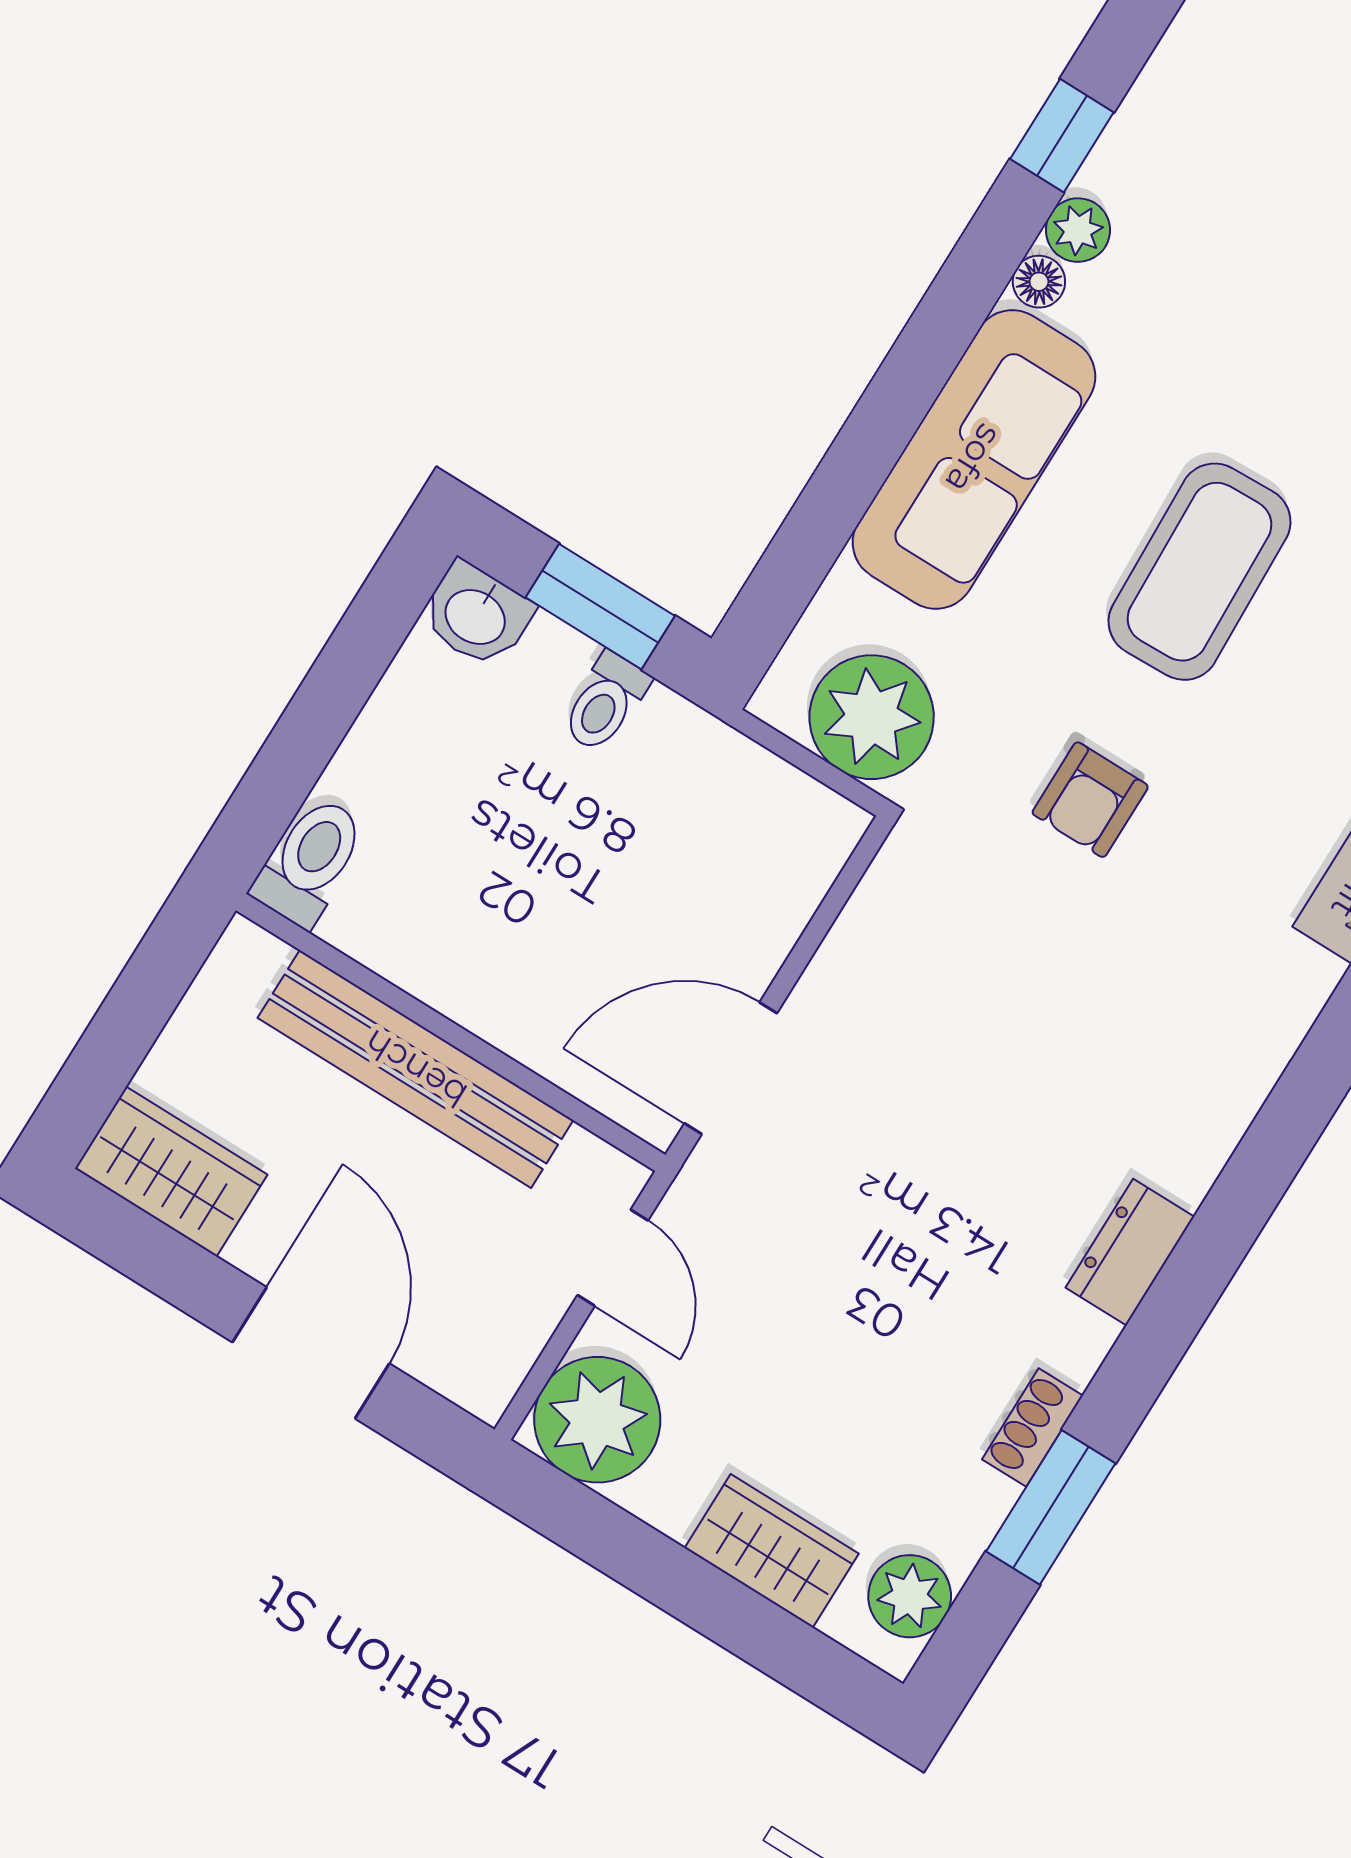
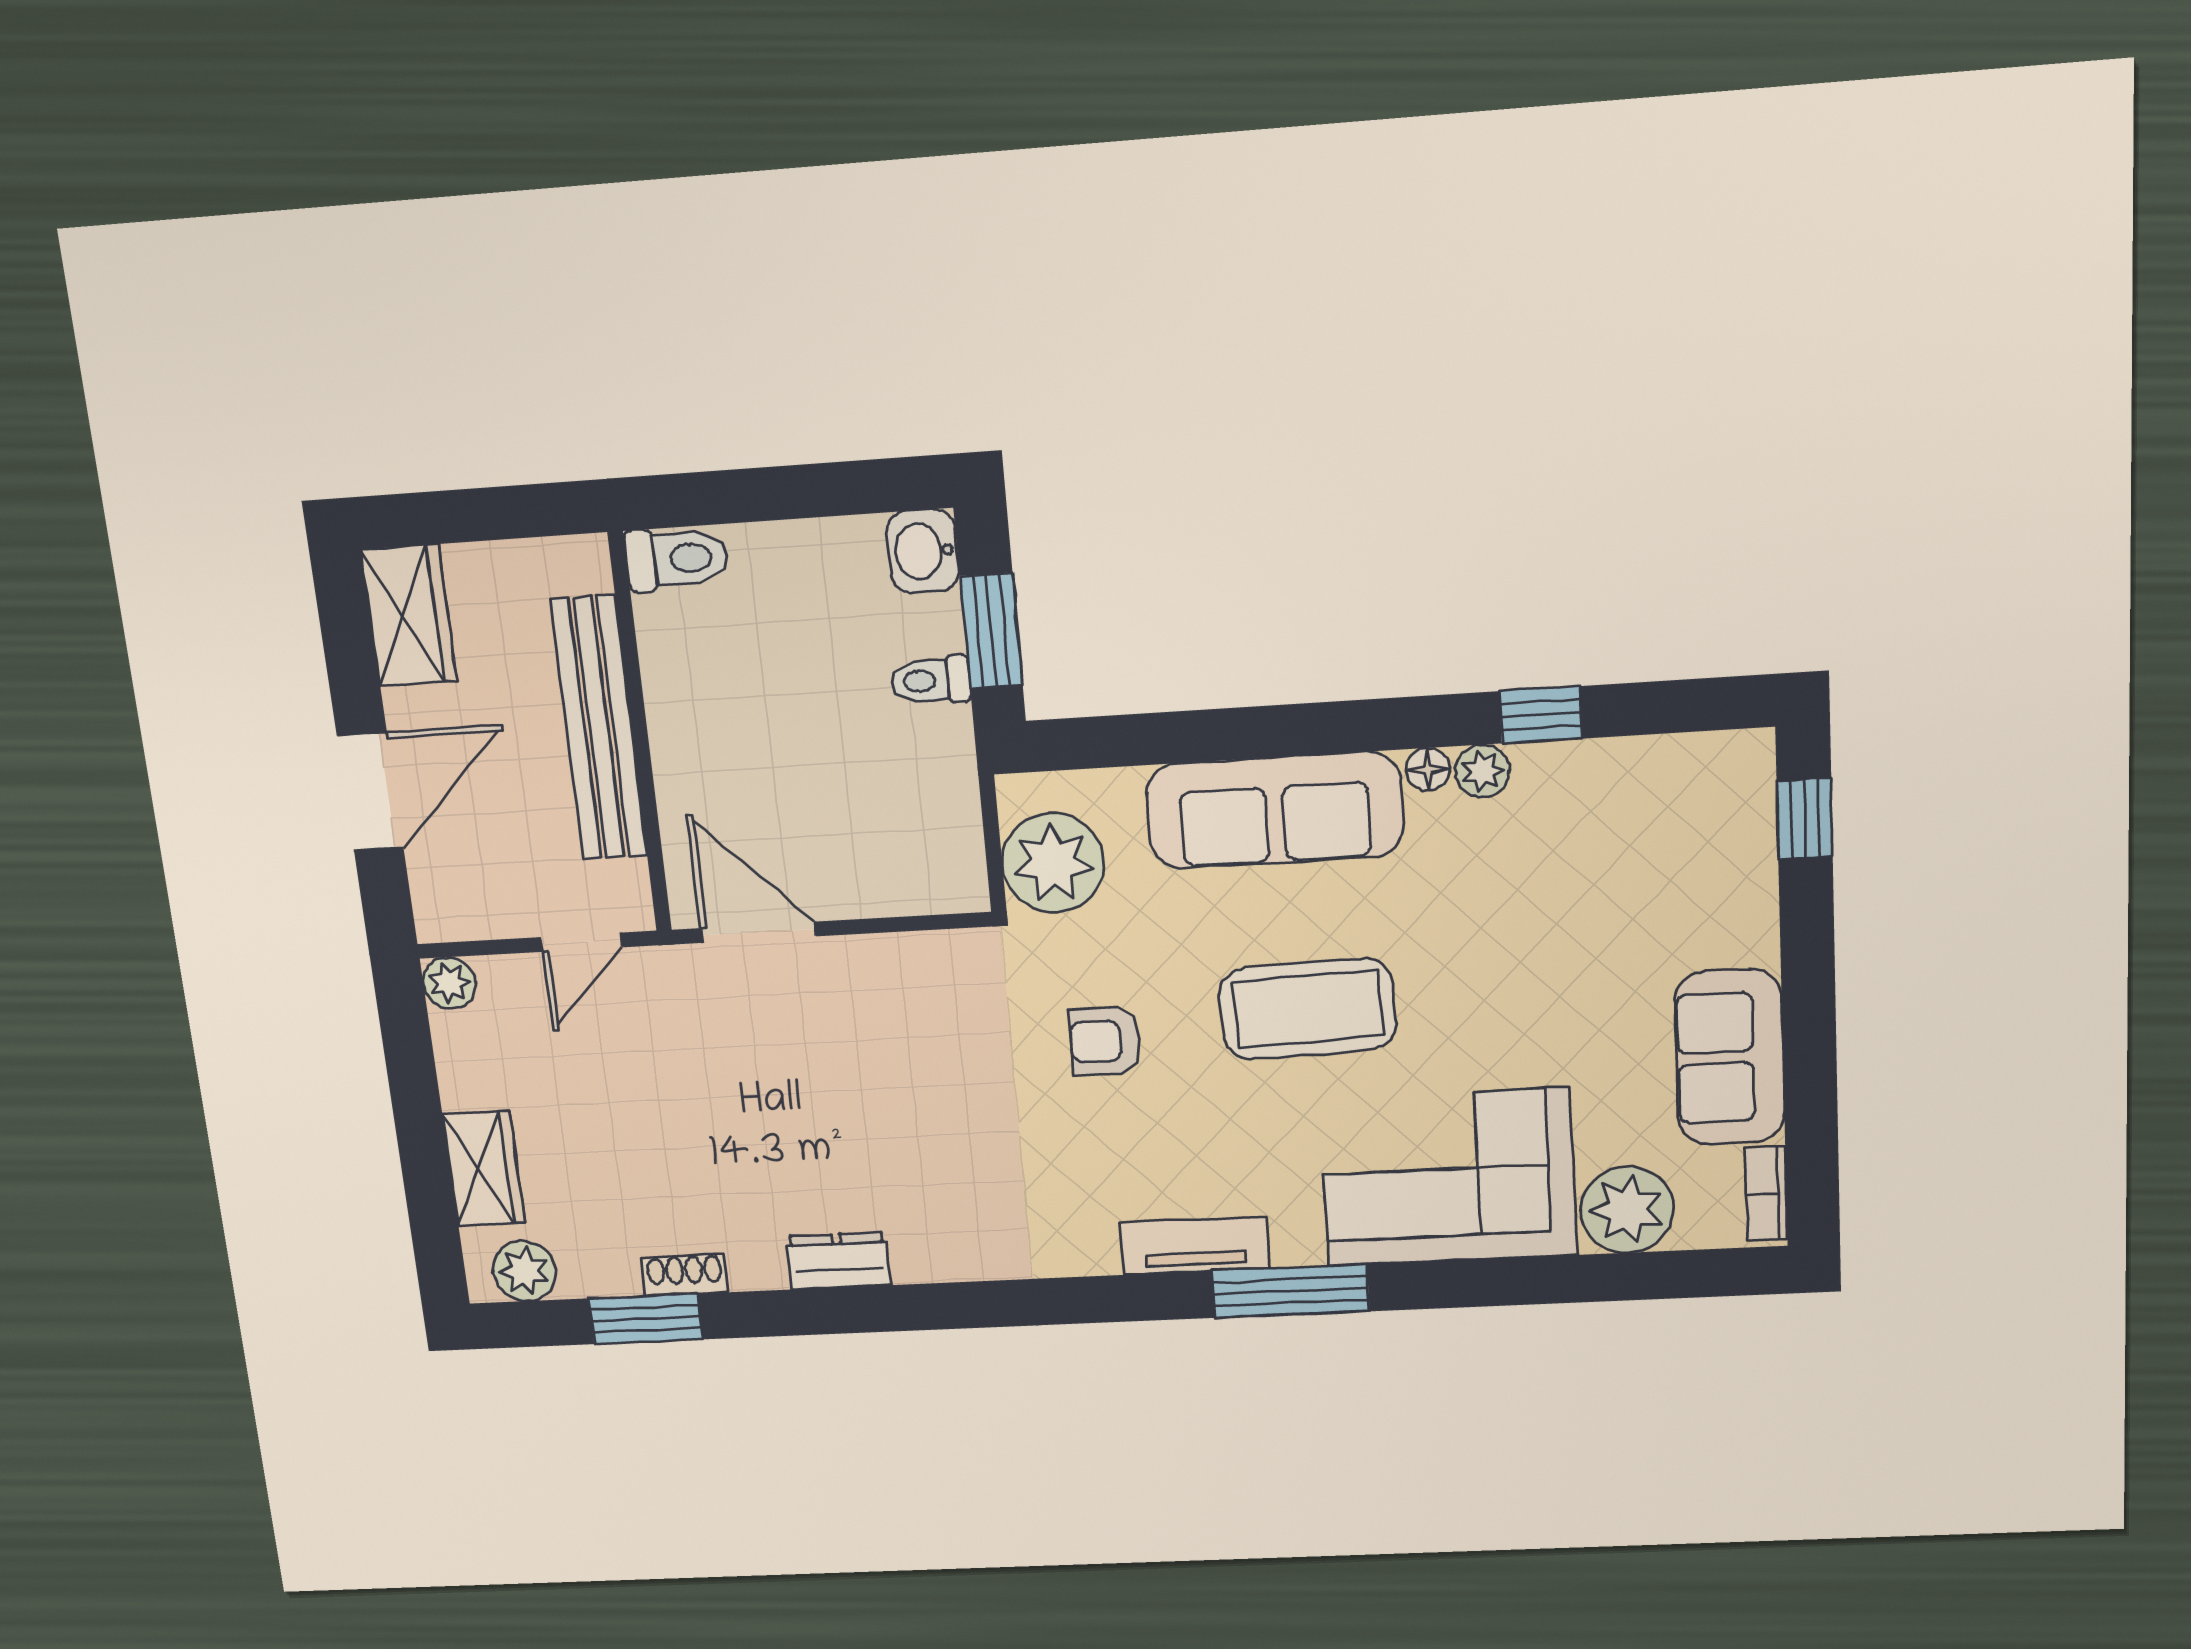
plant: (597, 1420) -> (449, 983), width x0.53, depth x0.53

